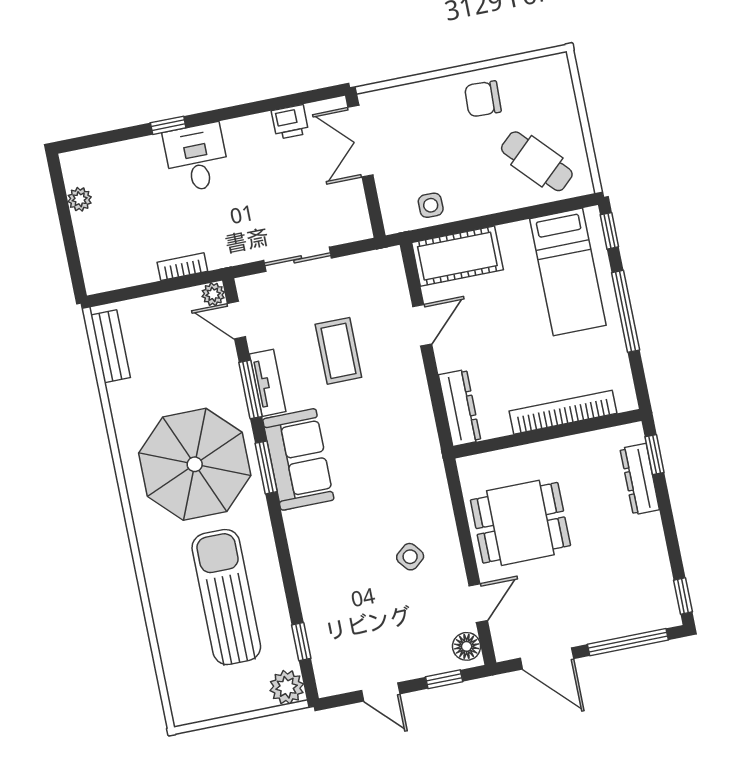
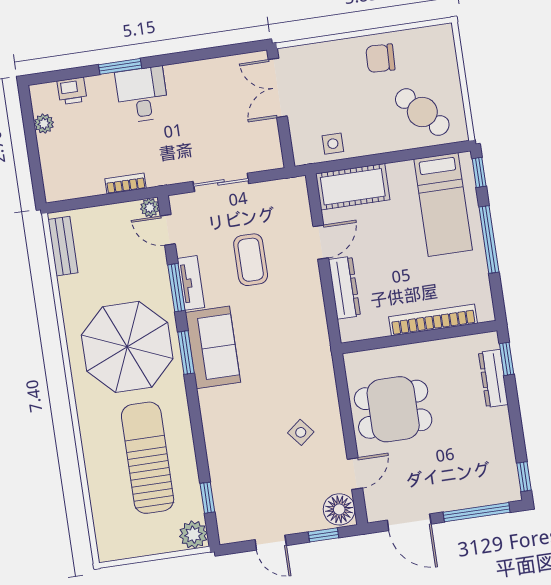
printer: (290, 122) -> (72, 91), moved
window: (168, 125) -> (120, 66), width x1.50
dresser: (460, 408) -> (344, 288), moved
floor lamp: (467, 646) -> (339, 509), width x1.38, depth x1.38

